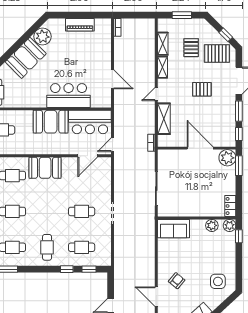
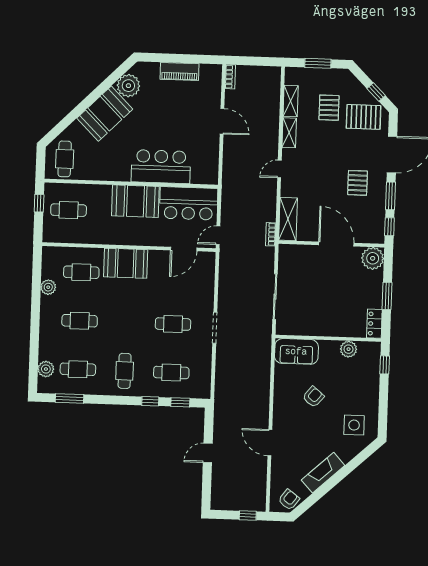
door: (113, 79) -> (222, 121), moved
pallet: (202, 89) -> (358, 183), moved, turned 90
shelving: (164, 119) -> (288, 219), moved
window: (239, 166) -> (387, 296), moved
plant: (230, 225) -> (372, 350), removed
armchair: (177, 281) -> (313, 397), moved

